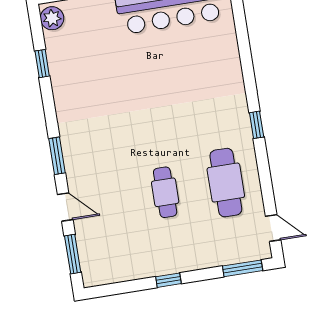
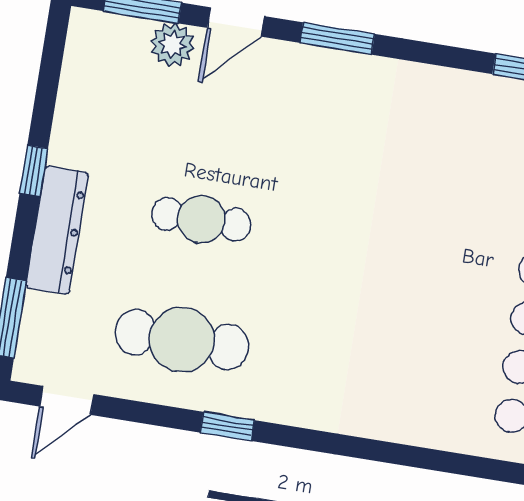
window: (257, 125) -> (227, 426), moved
plant: (86, 234) -> (172, 45), added
dresser: (193, 260) -> (57, 230), added

